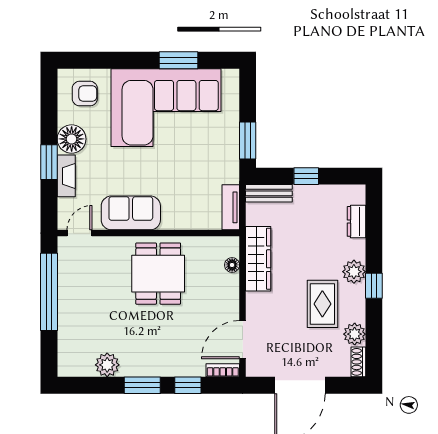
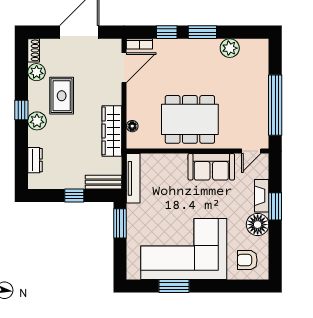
tv unit: (231, 207) -> (133, 178), width x1.41
dining table: (158, 274) -> (190, 119), width x1.38

